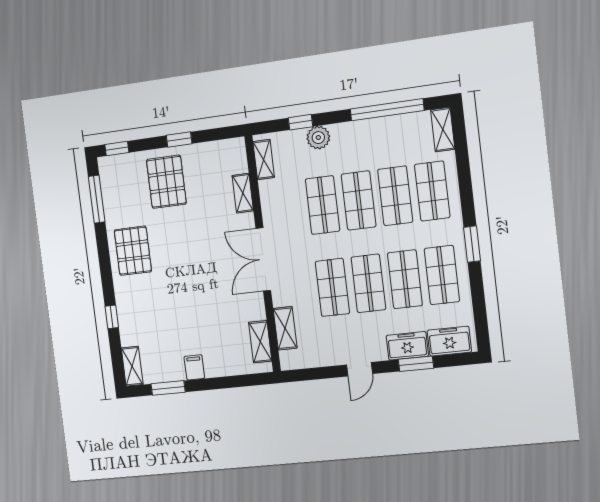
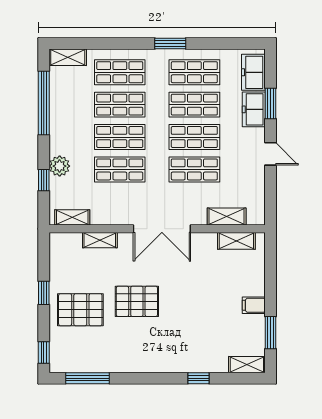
pallet: (133, 251) -> (137, 301), moved

